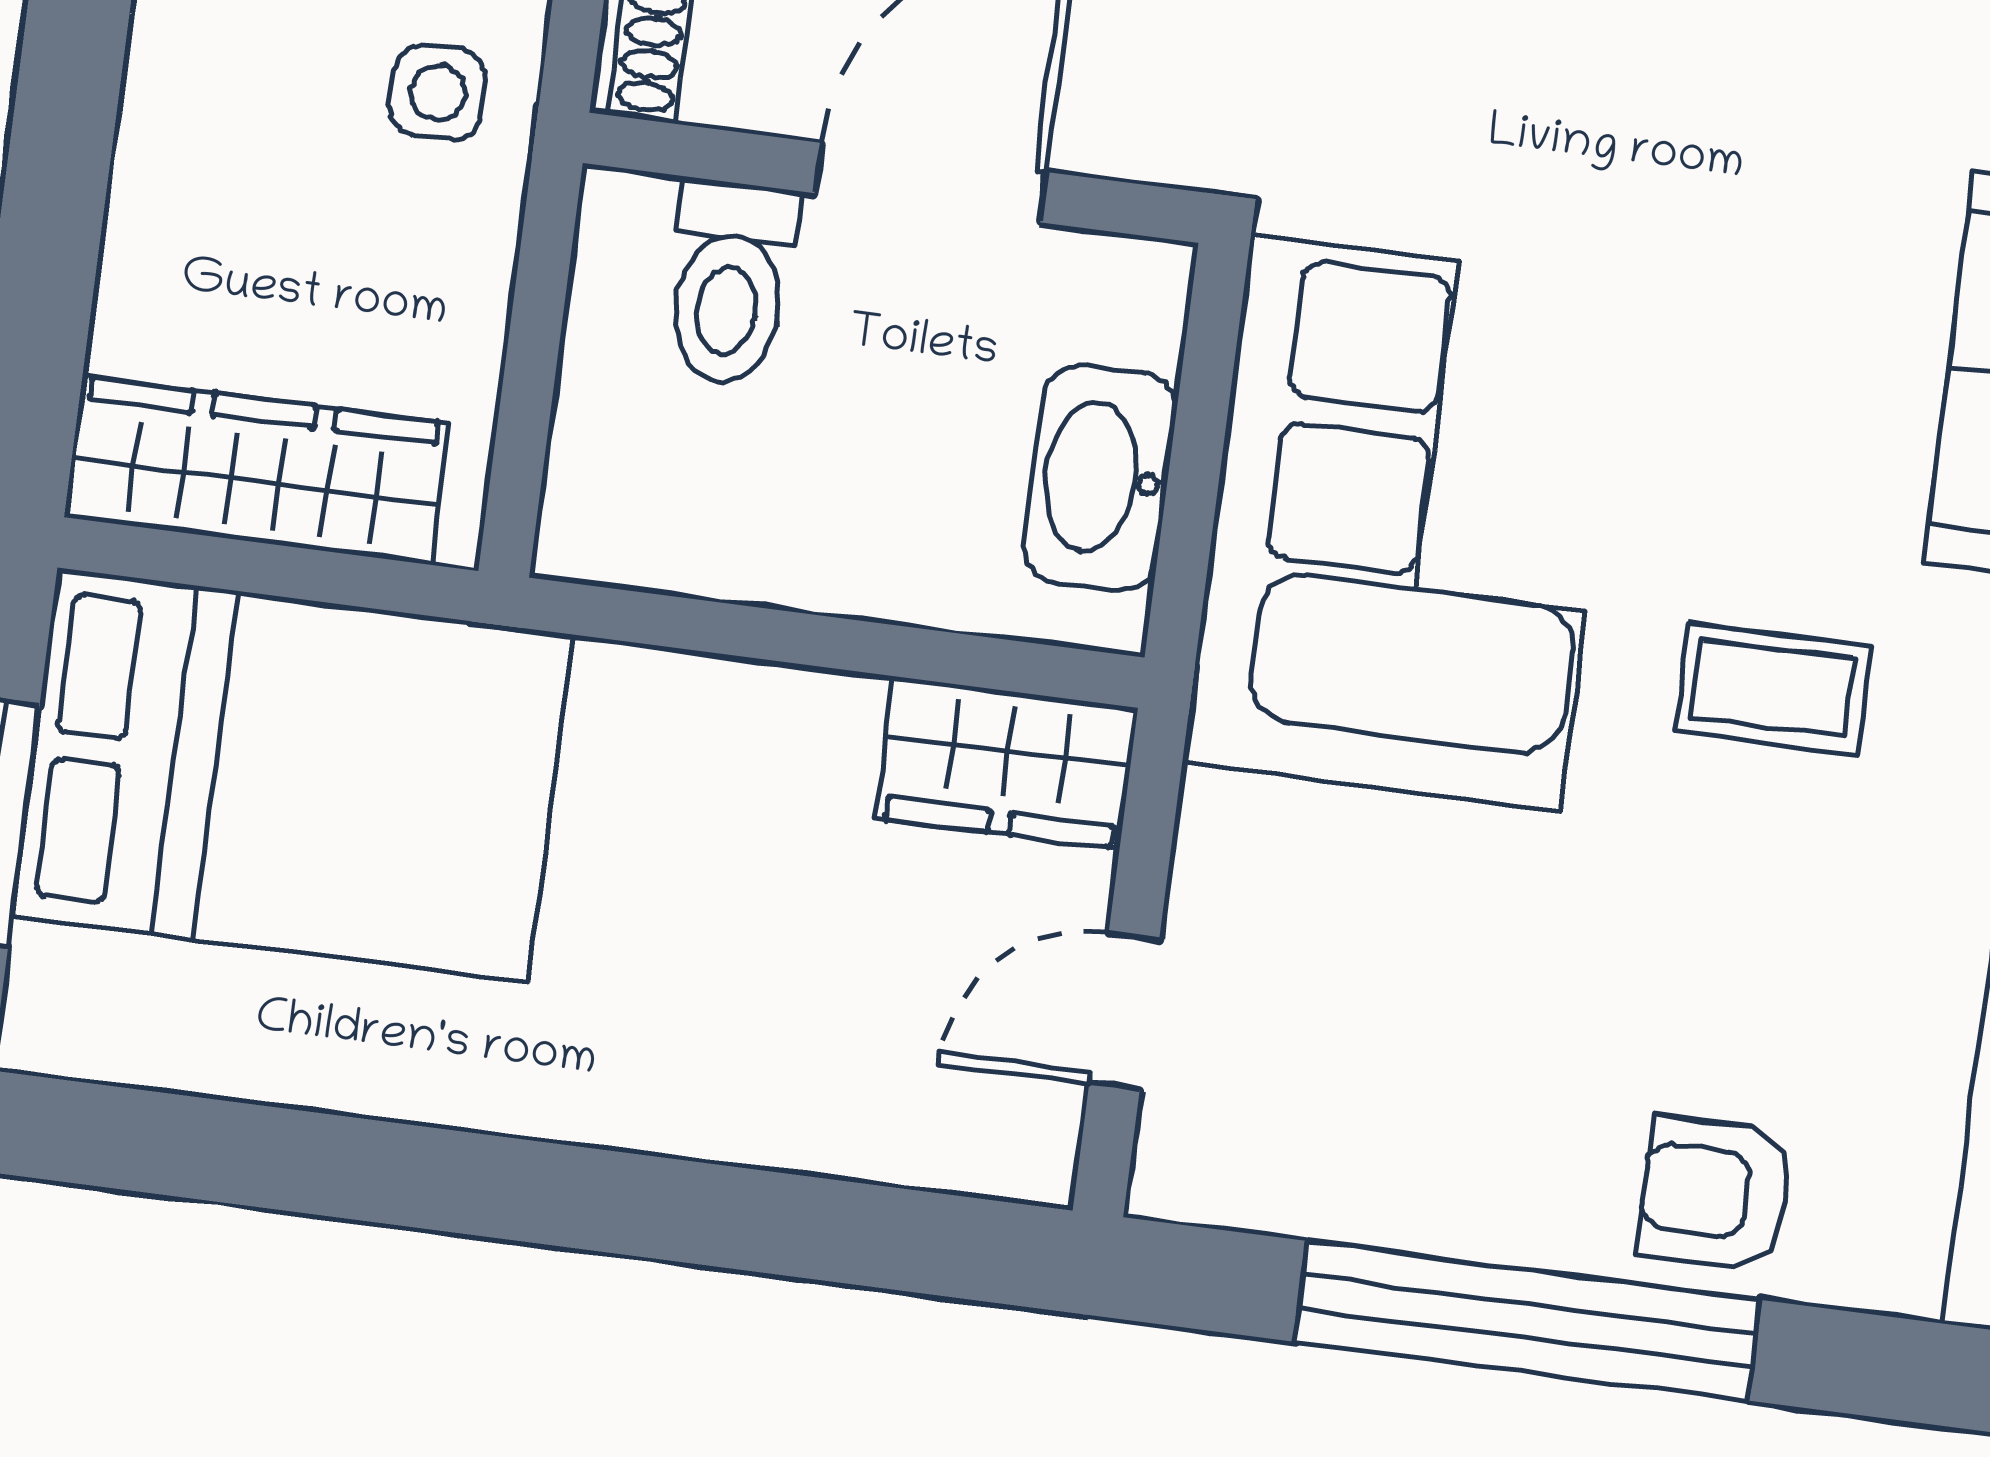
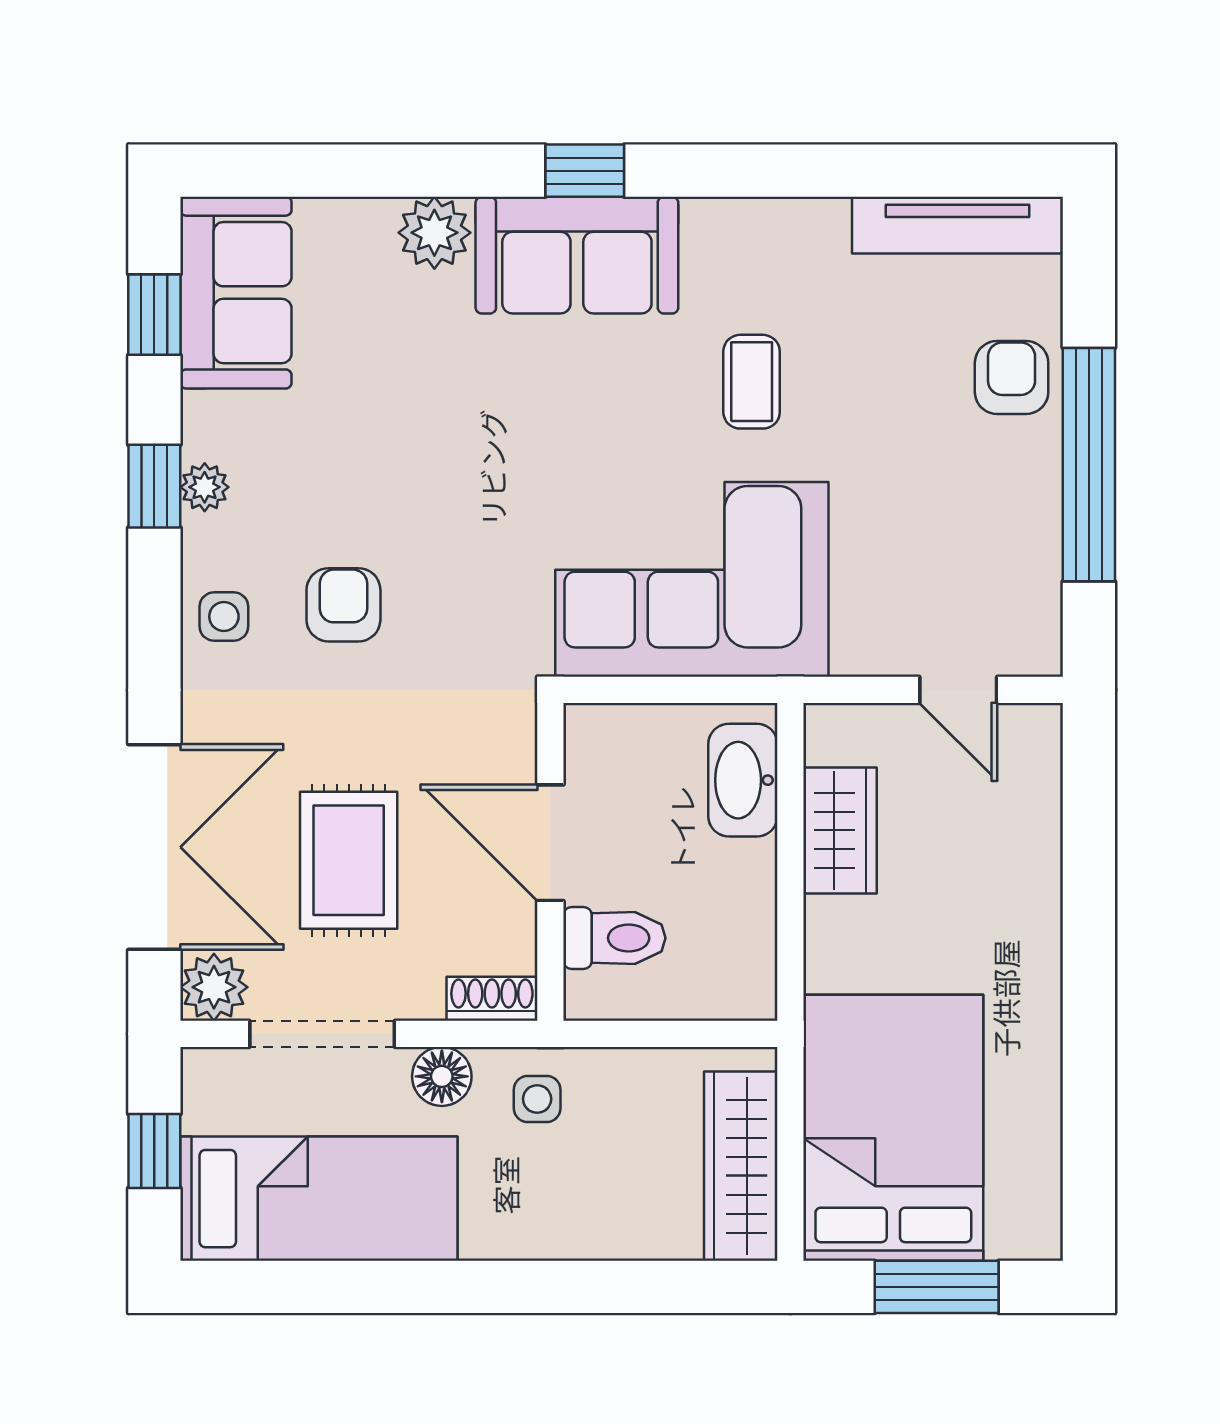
washbasin: (1100, 478) -> (743, 780), moved, turned 90
wardrobe: (1007, 763) -> (840, 830), moved
armchair: (1716, 1193) -> (1012, 377), turned 180

